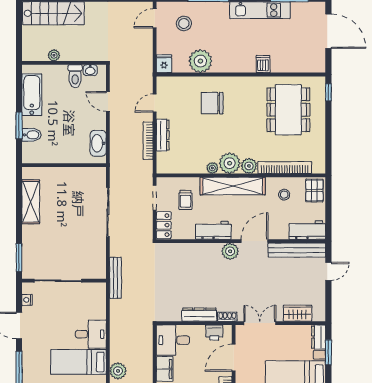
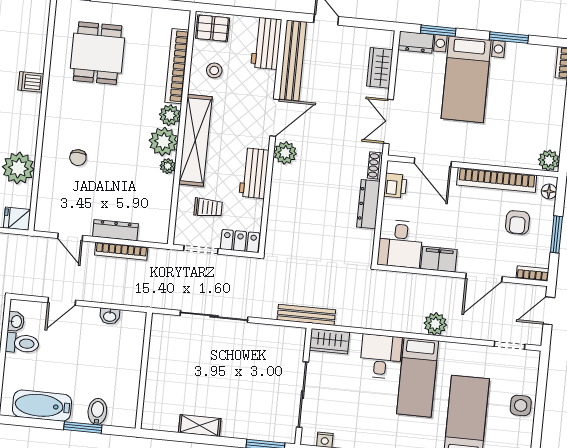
chair: (212, 103) -> (78, 158), width x0.54, depth x0.54
dining table: (288, 110) -> (98, 53), width x0.73
washbasin: (98, 143) -> (110, 316), width x0.52, depth x0.69
shelving: (31, 202) -> (200, 426), width x0.67, depth x0.75
door: (255, 241) -> (275, 118), swing flipped
wardrobe: (98, 296) -> (329, 341), added

